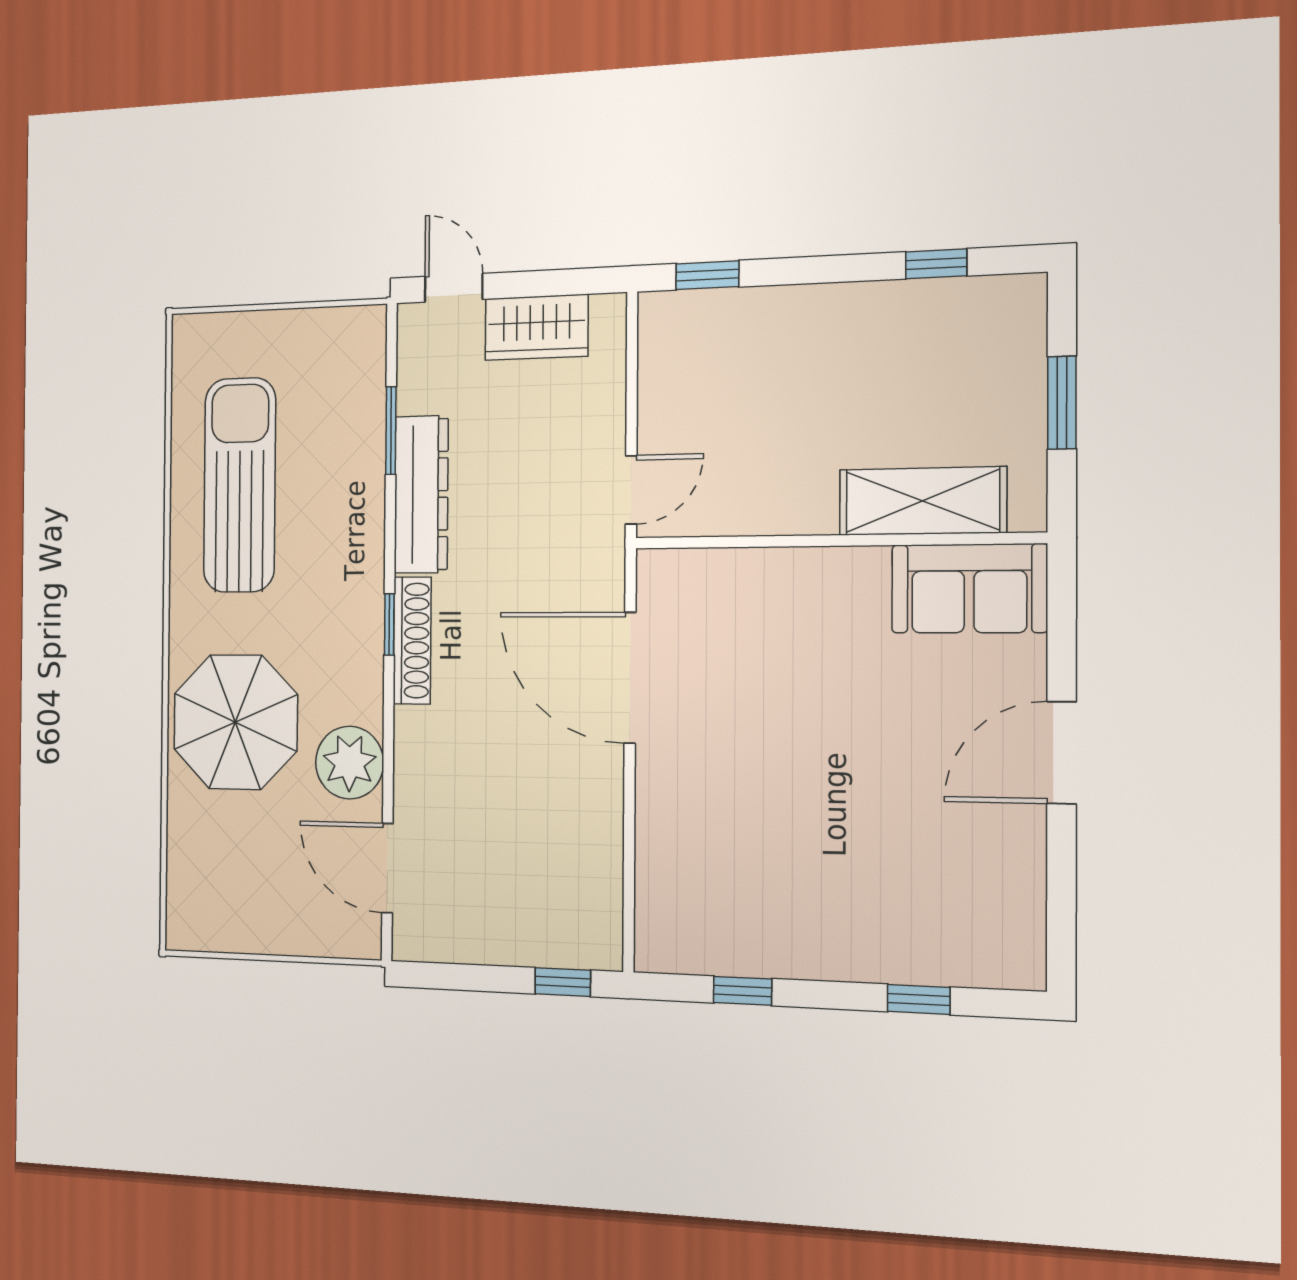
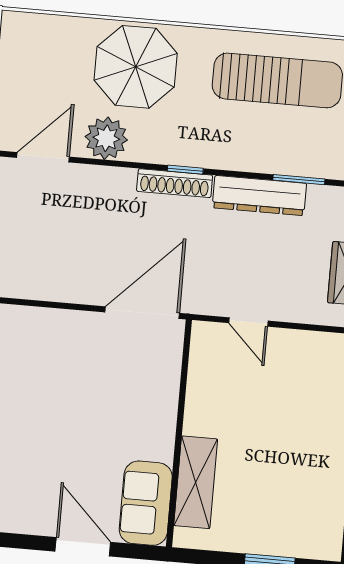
shelving: (922, 501) -> (196, 482), moved
wall: (836, 541) -> (179, 433), moved
sofa: (969, 589) -> (146, 503), moved

